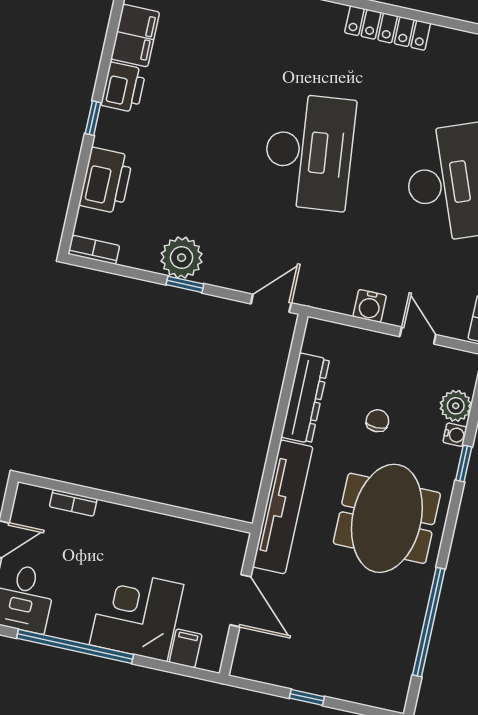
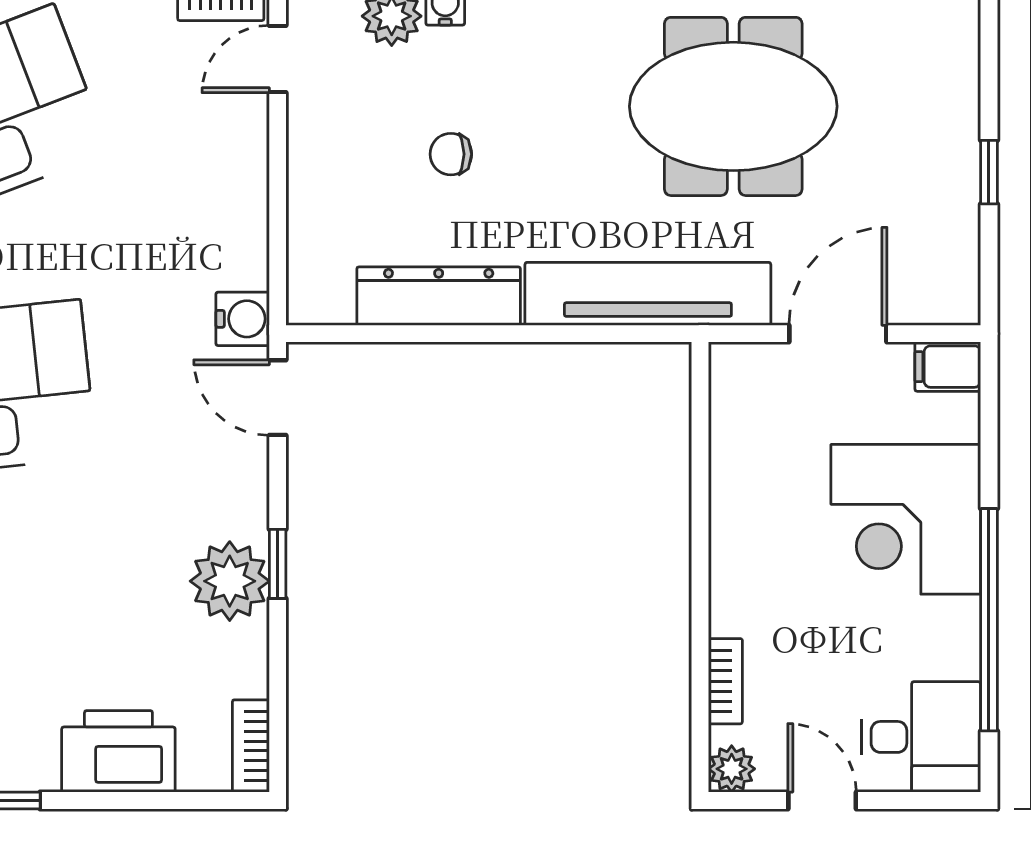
water cooler: (370, 306) -> (243, 319), moved
door: (418, 336) -> (278, 59), moved
plant: (27, 496) -> (732, 769), added
meeting table: (387, 518) -> (733, 106), moved
filing cabinet: (186, 648) -> (948, 367), moved

